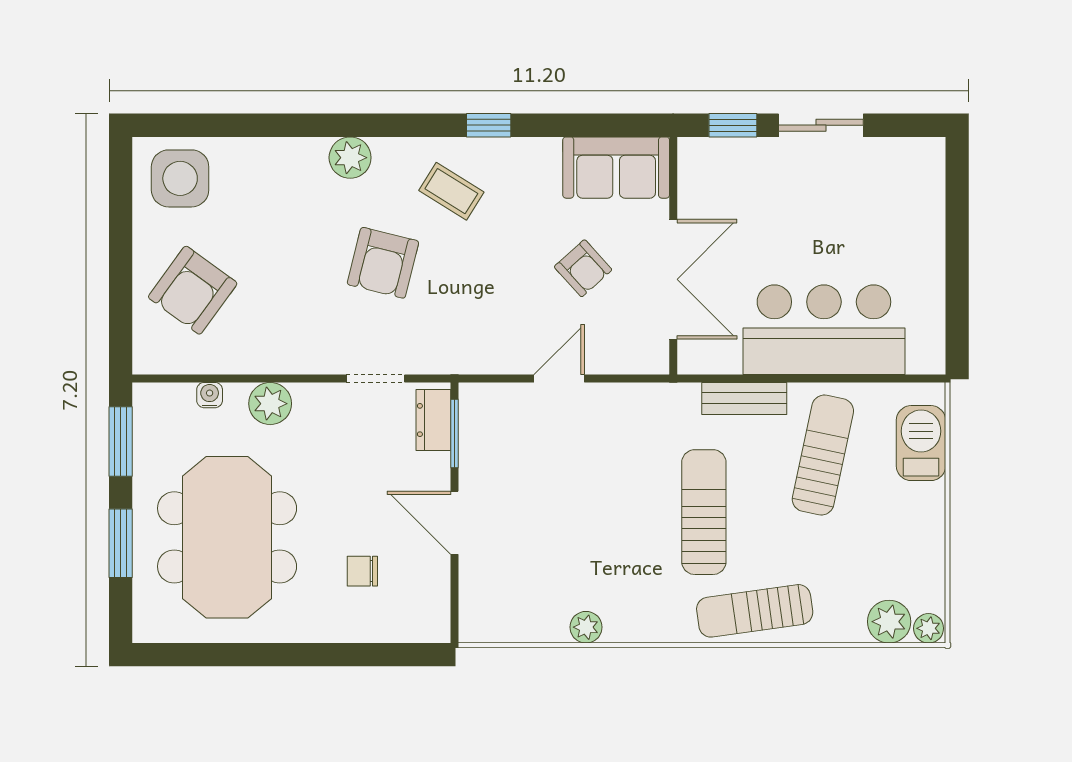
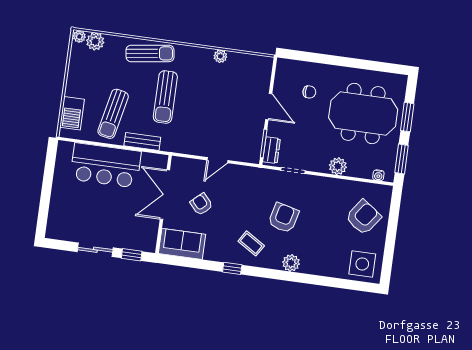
water cooler: (210, 395) -> (378, 175), moved
meeting table: (227, 537) -> (363, 113), turned 90

